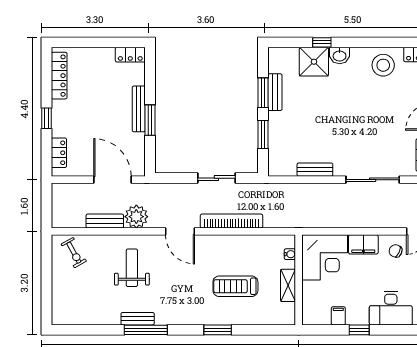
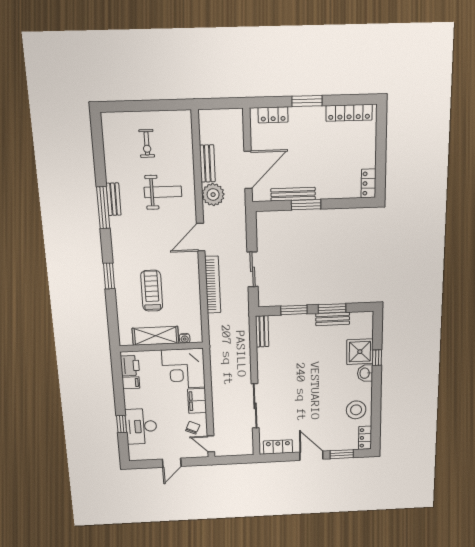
bench: (139, 109) -> (293, 194), moved
window: (47, 118) -> (307, 101), width x1.50
bench: (315, 170) -> (262, 331), moved
exercise bike: (74, 253) -> (147, 143), moved, turned -61
shelving: (288, 285) -> (156, 336), width x1.50, depth x1.33
printer: (318, 315) -> (130, 366), added
window: (359, 330) -> (122, 424), moved

